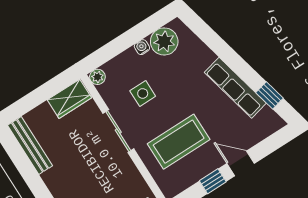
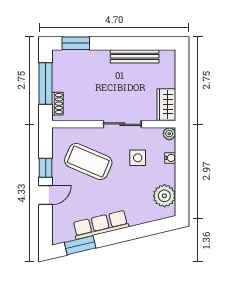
water cooler: (142, 47) -> (170, 158), moved
window: (270, 95) -> (80, 245), width x1.50
coffee table: (179, 142) -> (88, 162), turned -67
bench: (30, 145) -> (135, 56), moved

